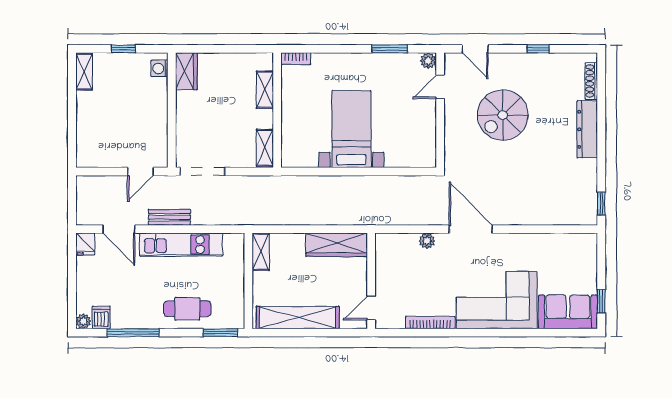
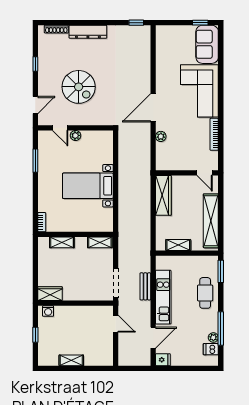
plant: (428, 61) -> (76, 135), moved
shelving: (84, 72) -> (71, 360), moved
bench: (169, 217) -> (145, 286), moved
shelving: (261, 252) -> (178, 245), moved
plant: (83, 321) -> (213, 338), moved

